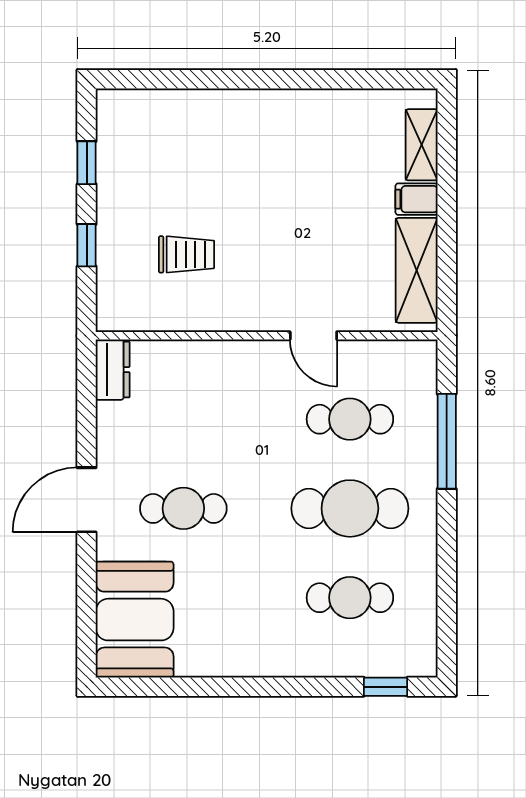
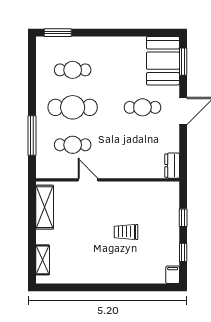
filing cabinet: (417, 199) -> (173, 275), moved, turned -90
trolley: (186, 254) -> (126, 232), moved
window: (87, 617) -> (183, 62), added
window: (386, 687) -> (58, 33), width x1.50

